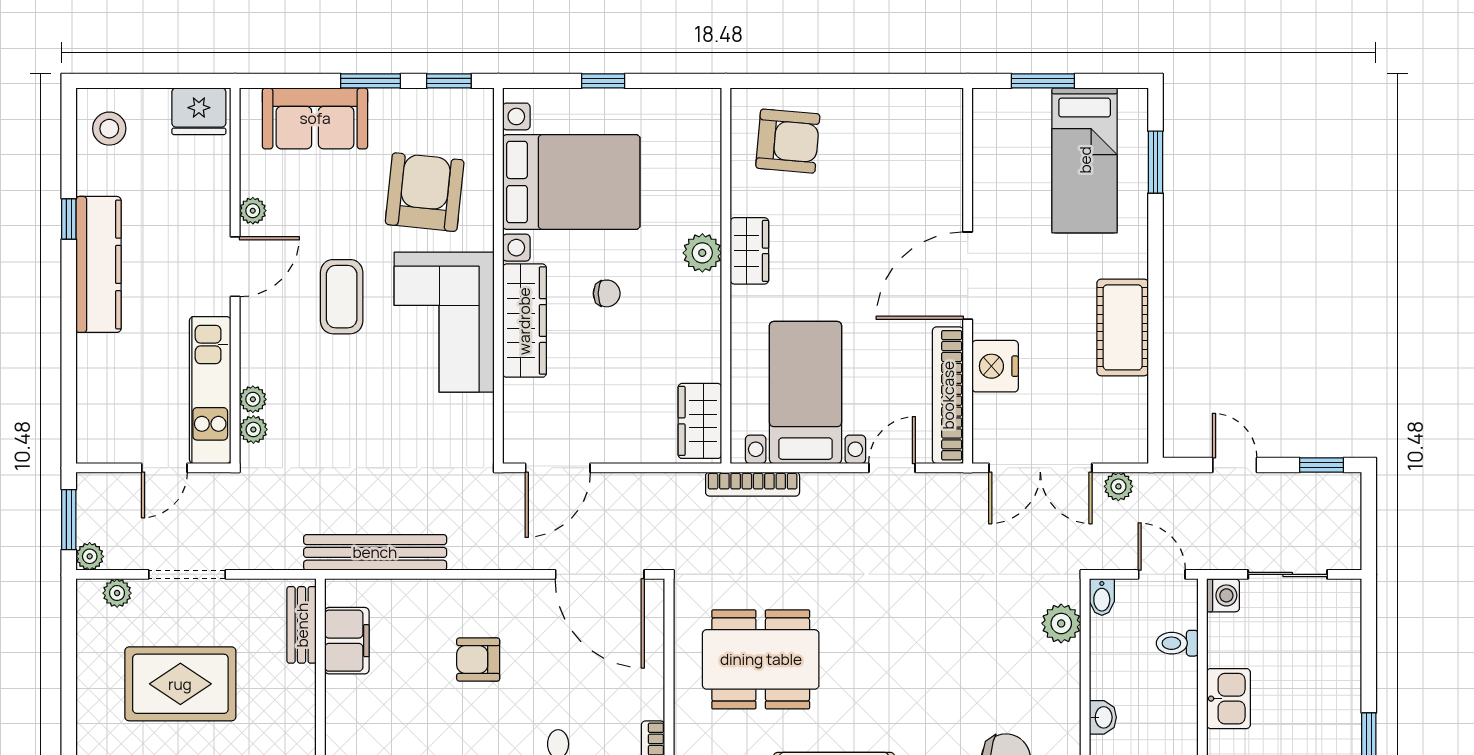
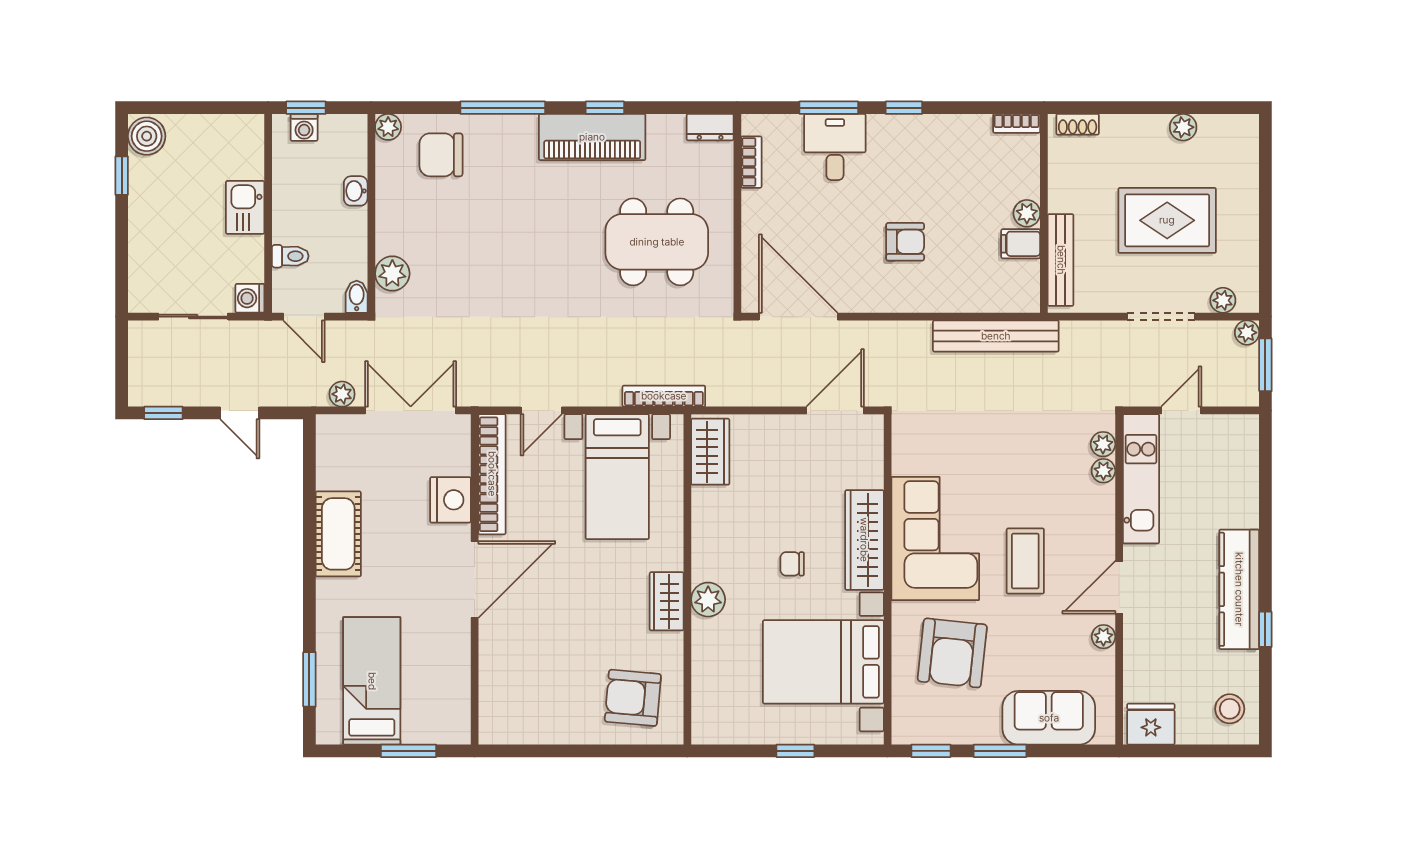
bench: (302, 625) -> (1061, 260), width x1.36
filing cabinet: (347, 641) -> (1021, 244), width x0.50
plant: (340, 692) -> (1027, 213), added

